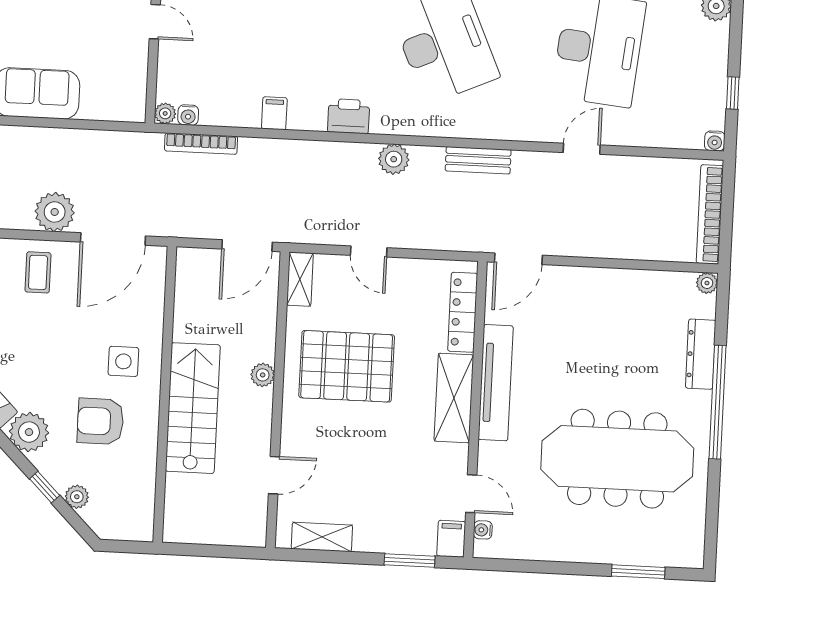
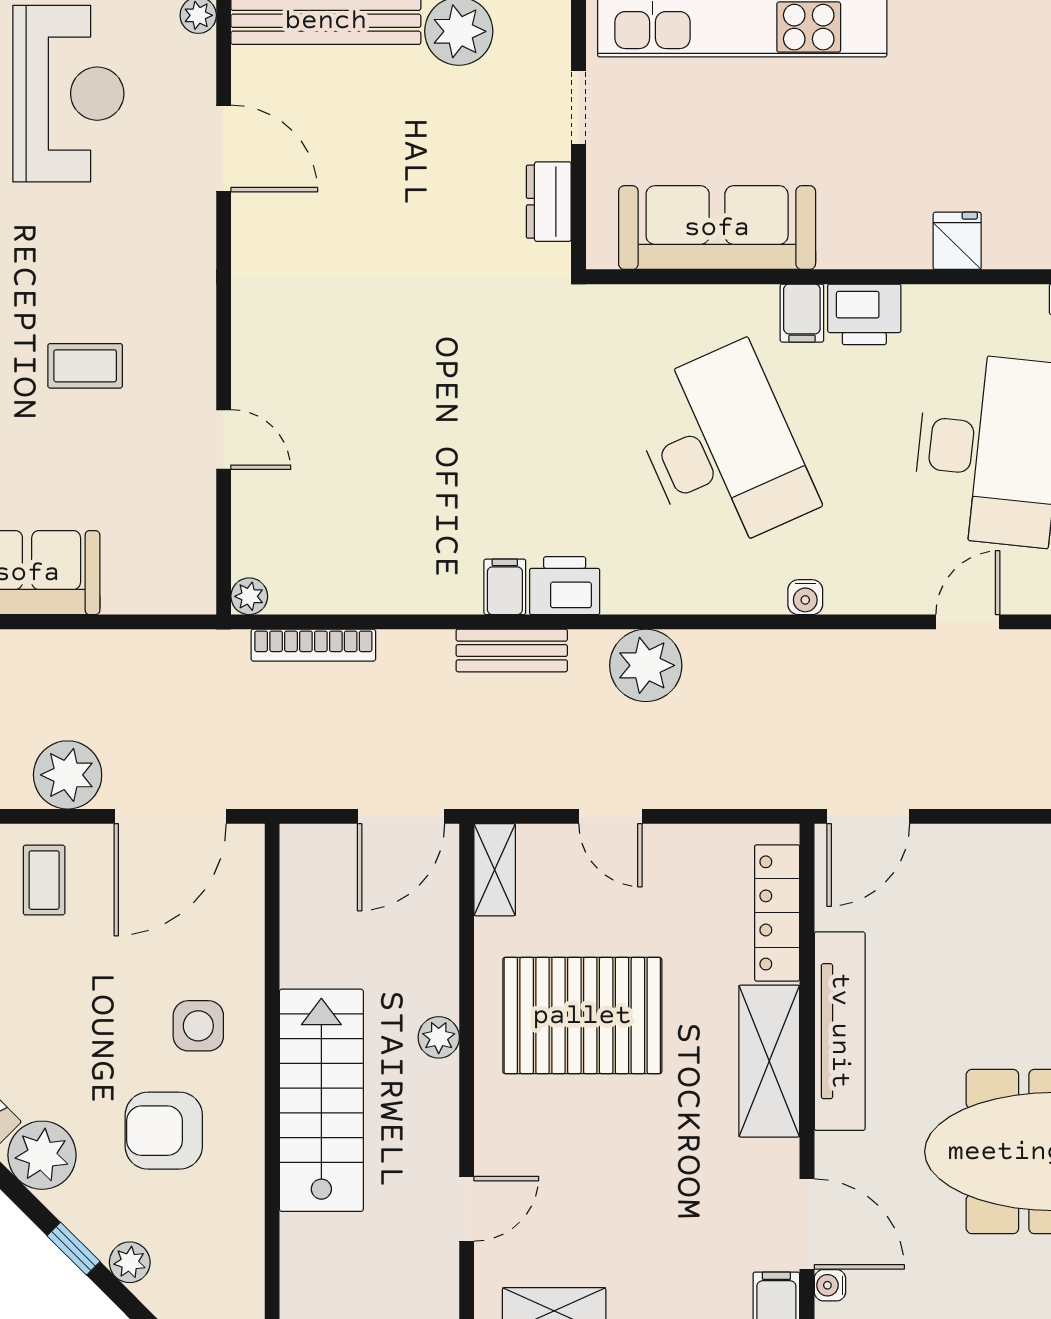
filing cabinet: (274, 113) -> (505, 587), moved
water cooler: (188, 115) -> (805, 597), moved
plant: (394, 159) -> (646, 665), width x1.36, depth x1.36
bench: (478, 160) -> (512, 650), moved
door: (471, 494) -> (807, 1224), width x1.38

